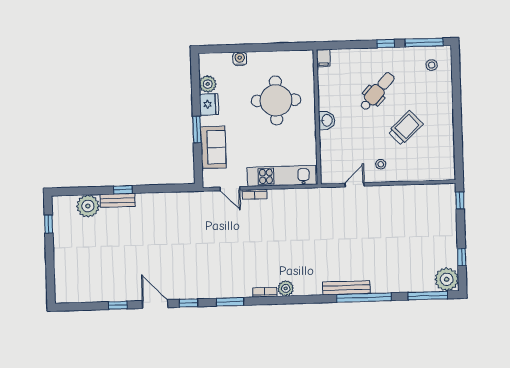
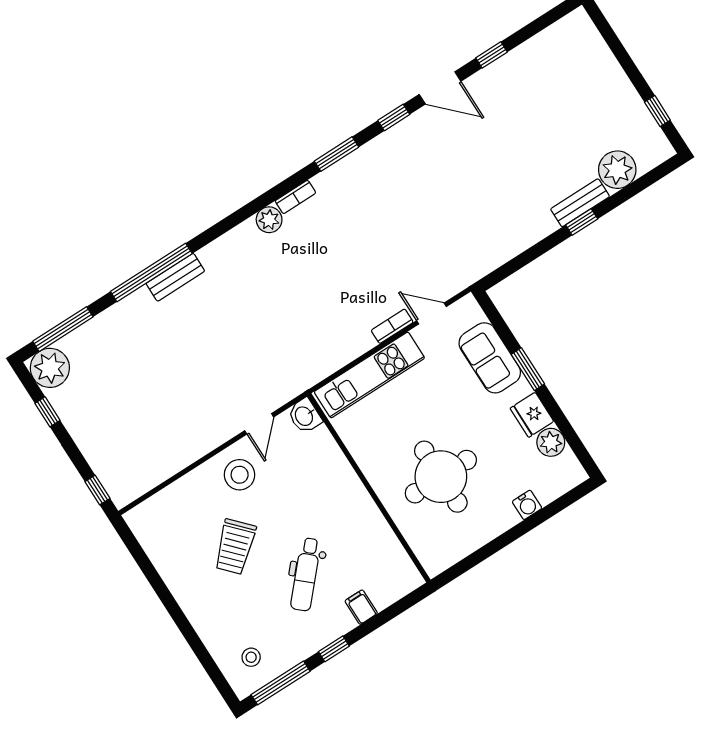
filing cabinet: (323, 58) -> (361, 607), moved
washbasin: (327, 120) -> (305, 416), moved
stool: (381, 164) -> (240, 475), width x1.89, depth x1.89
bench: (346, 288) -> (175, 277), width x0.73

